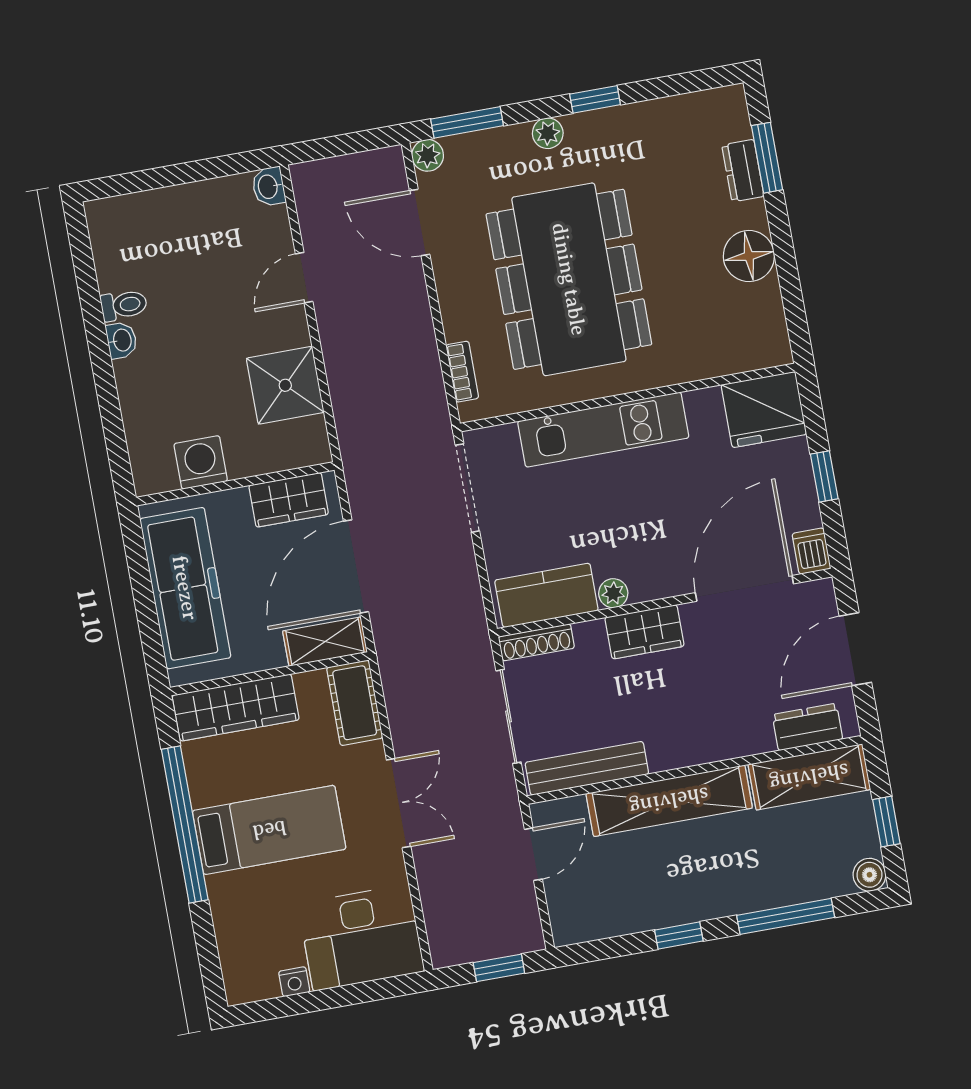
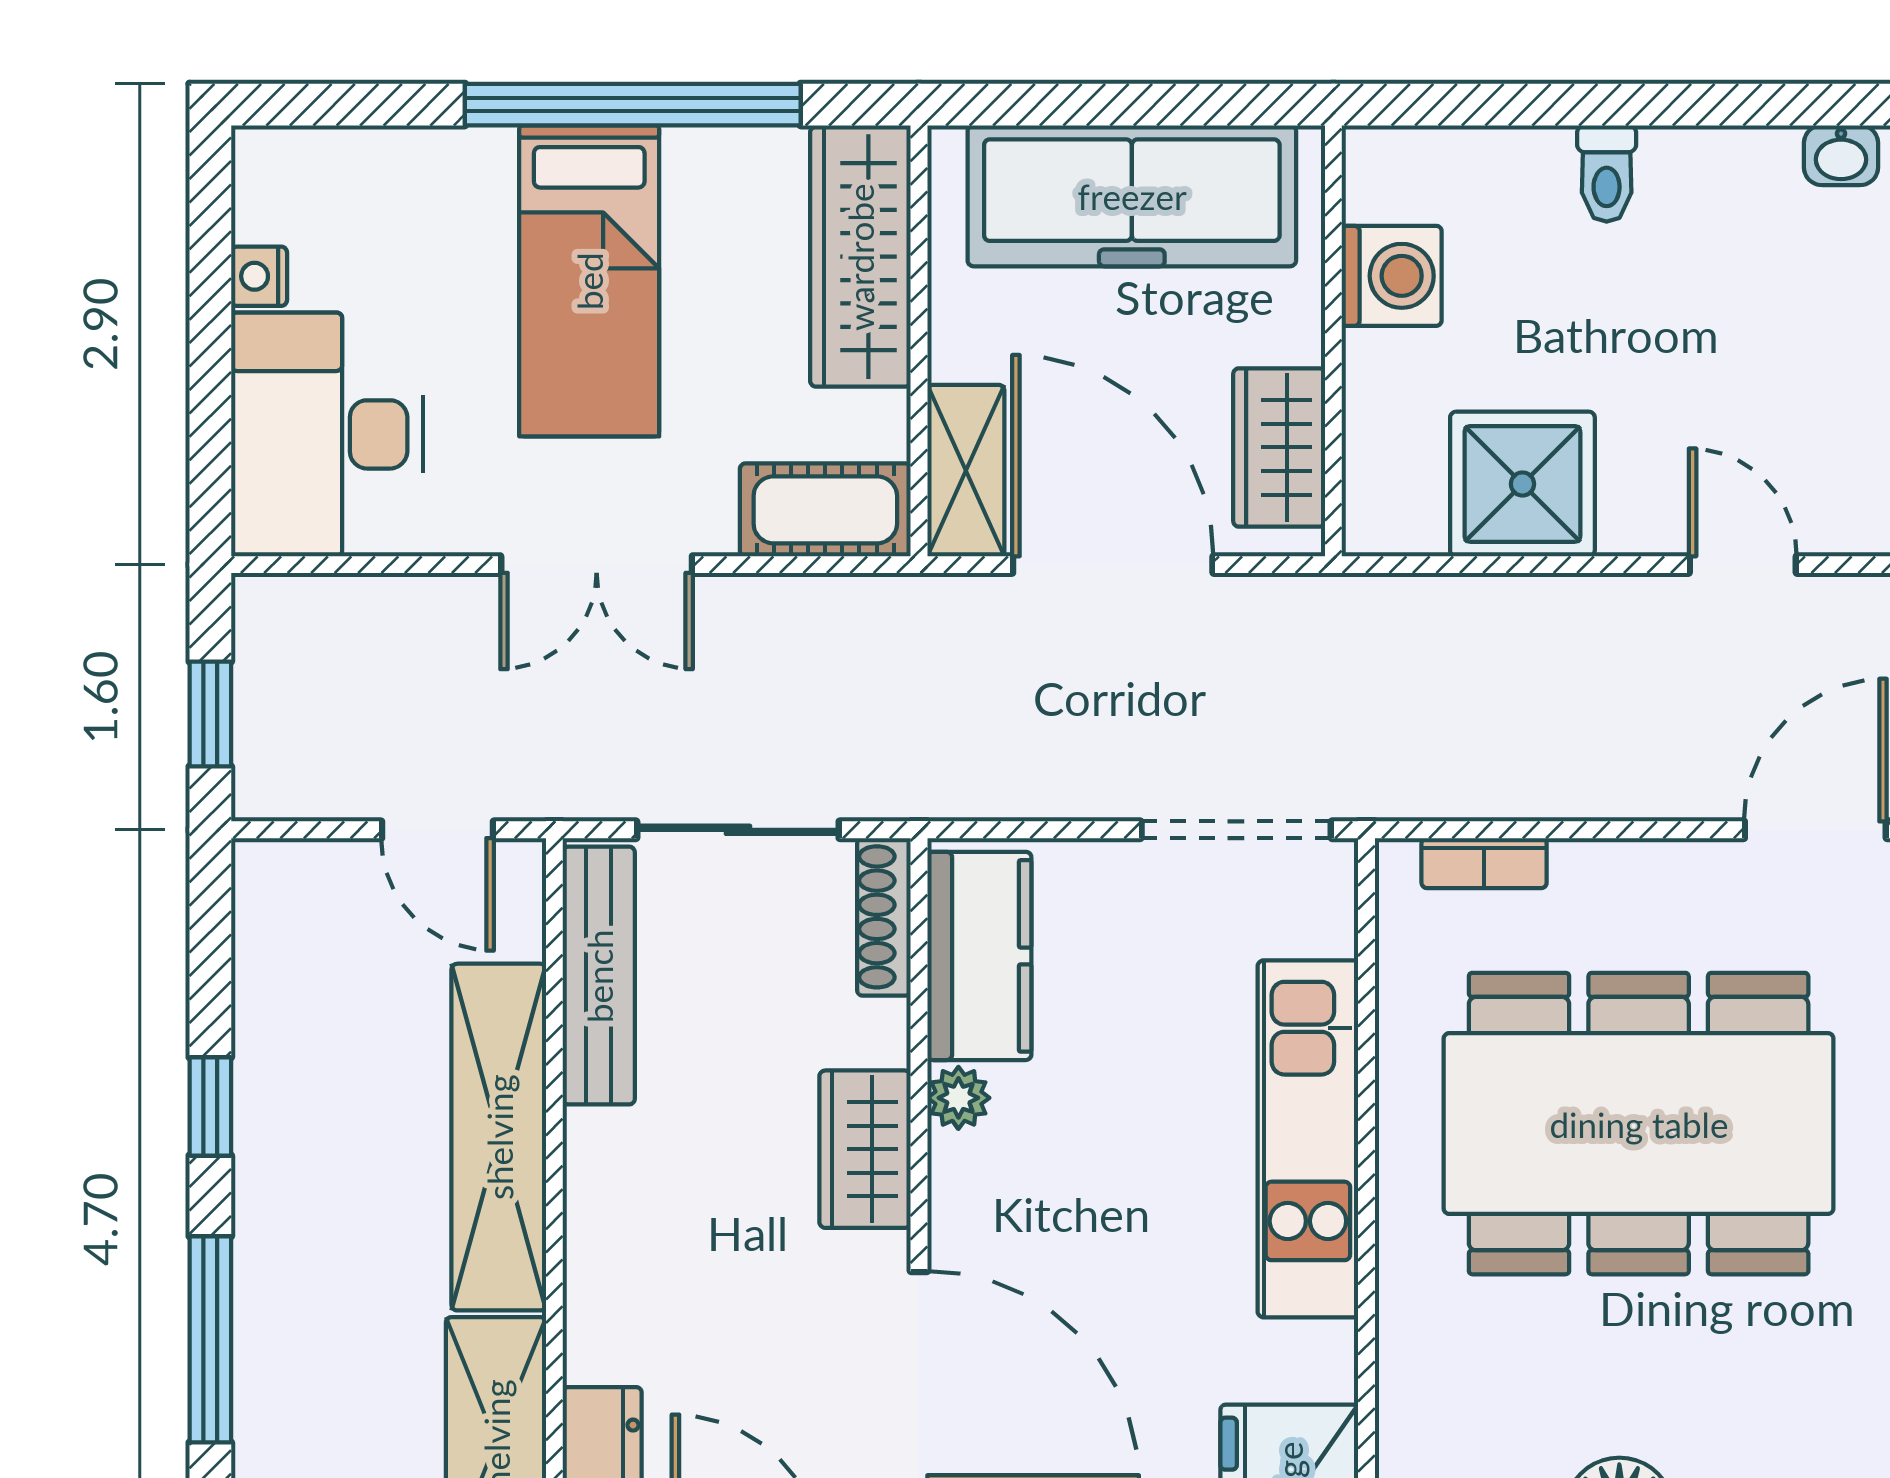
toilet: (124, 305) -> (1607, 173), moved
washbasin: (122, 340) -> (1841, 155), moved

